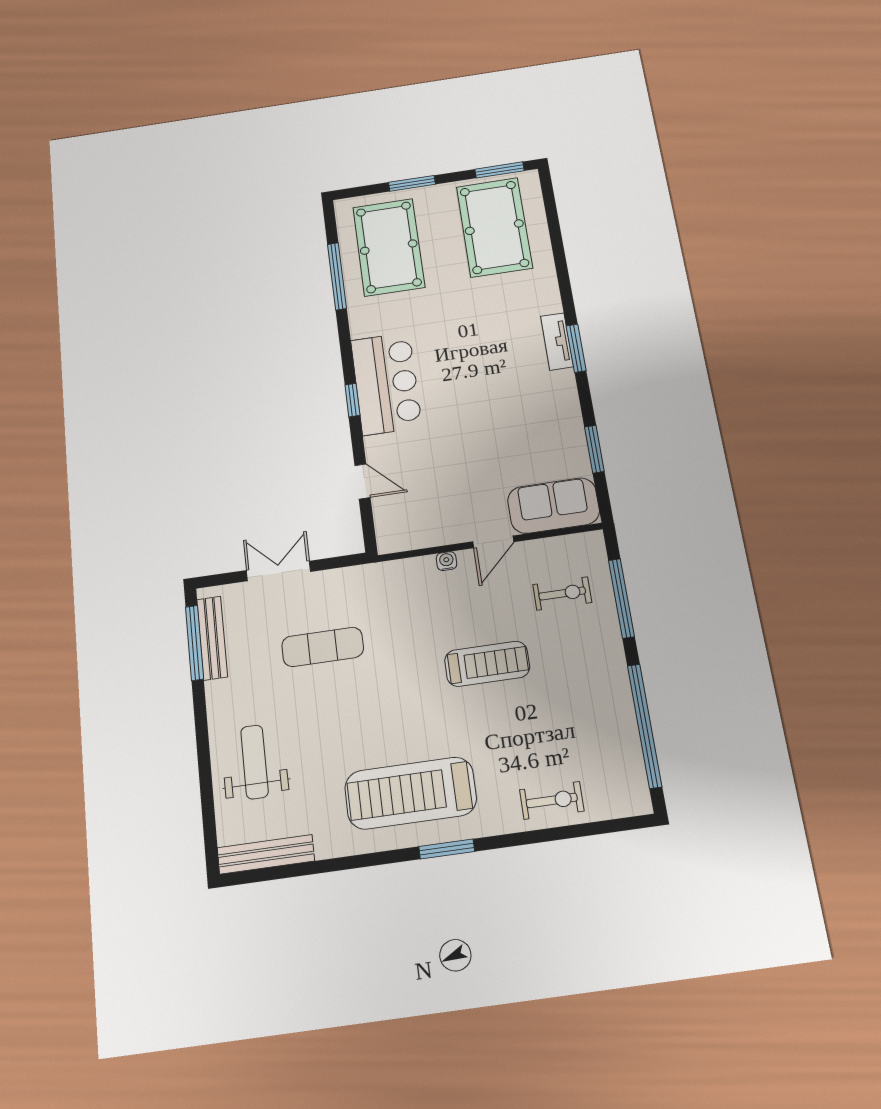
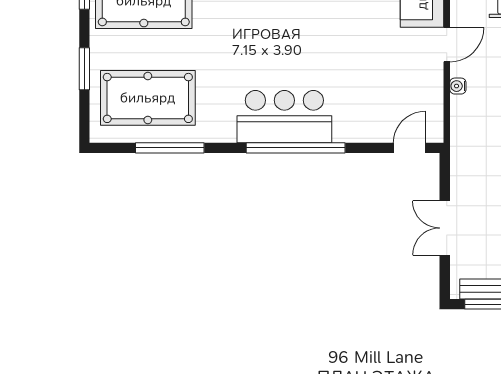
window: (352, 400) -> (296, 148), width x3.17
door: (362, 481) -> (409, 148), moved
door: (493, 542) -> (447, 45), hinge flipped

